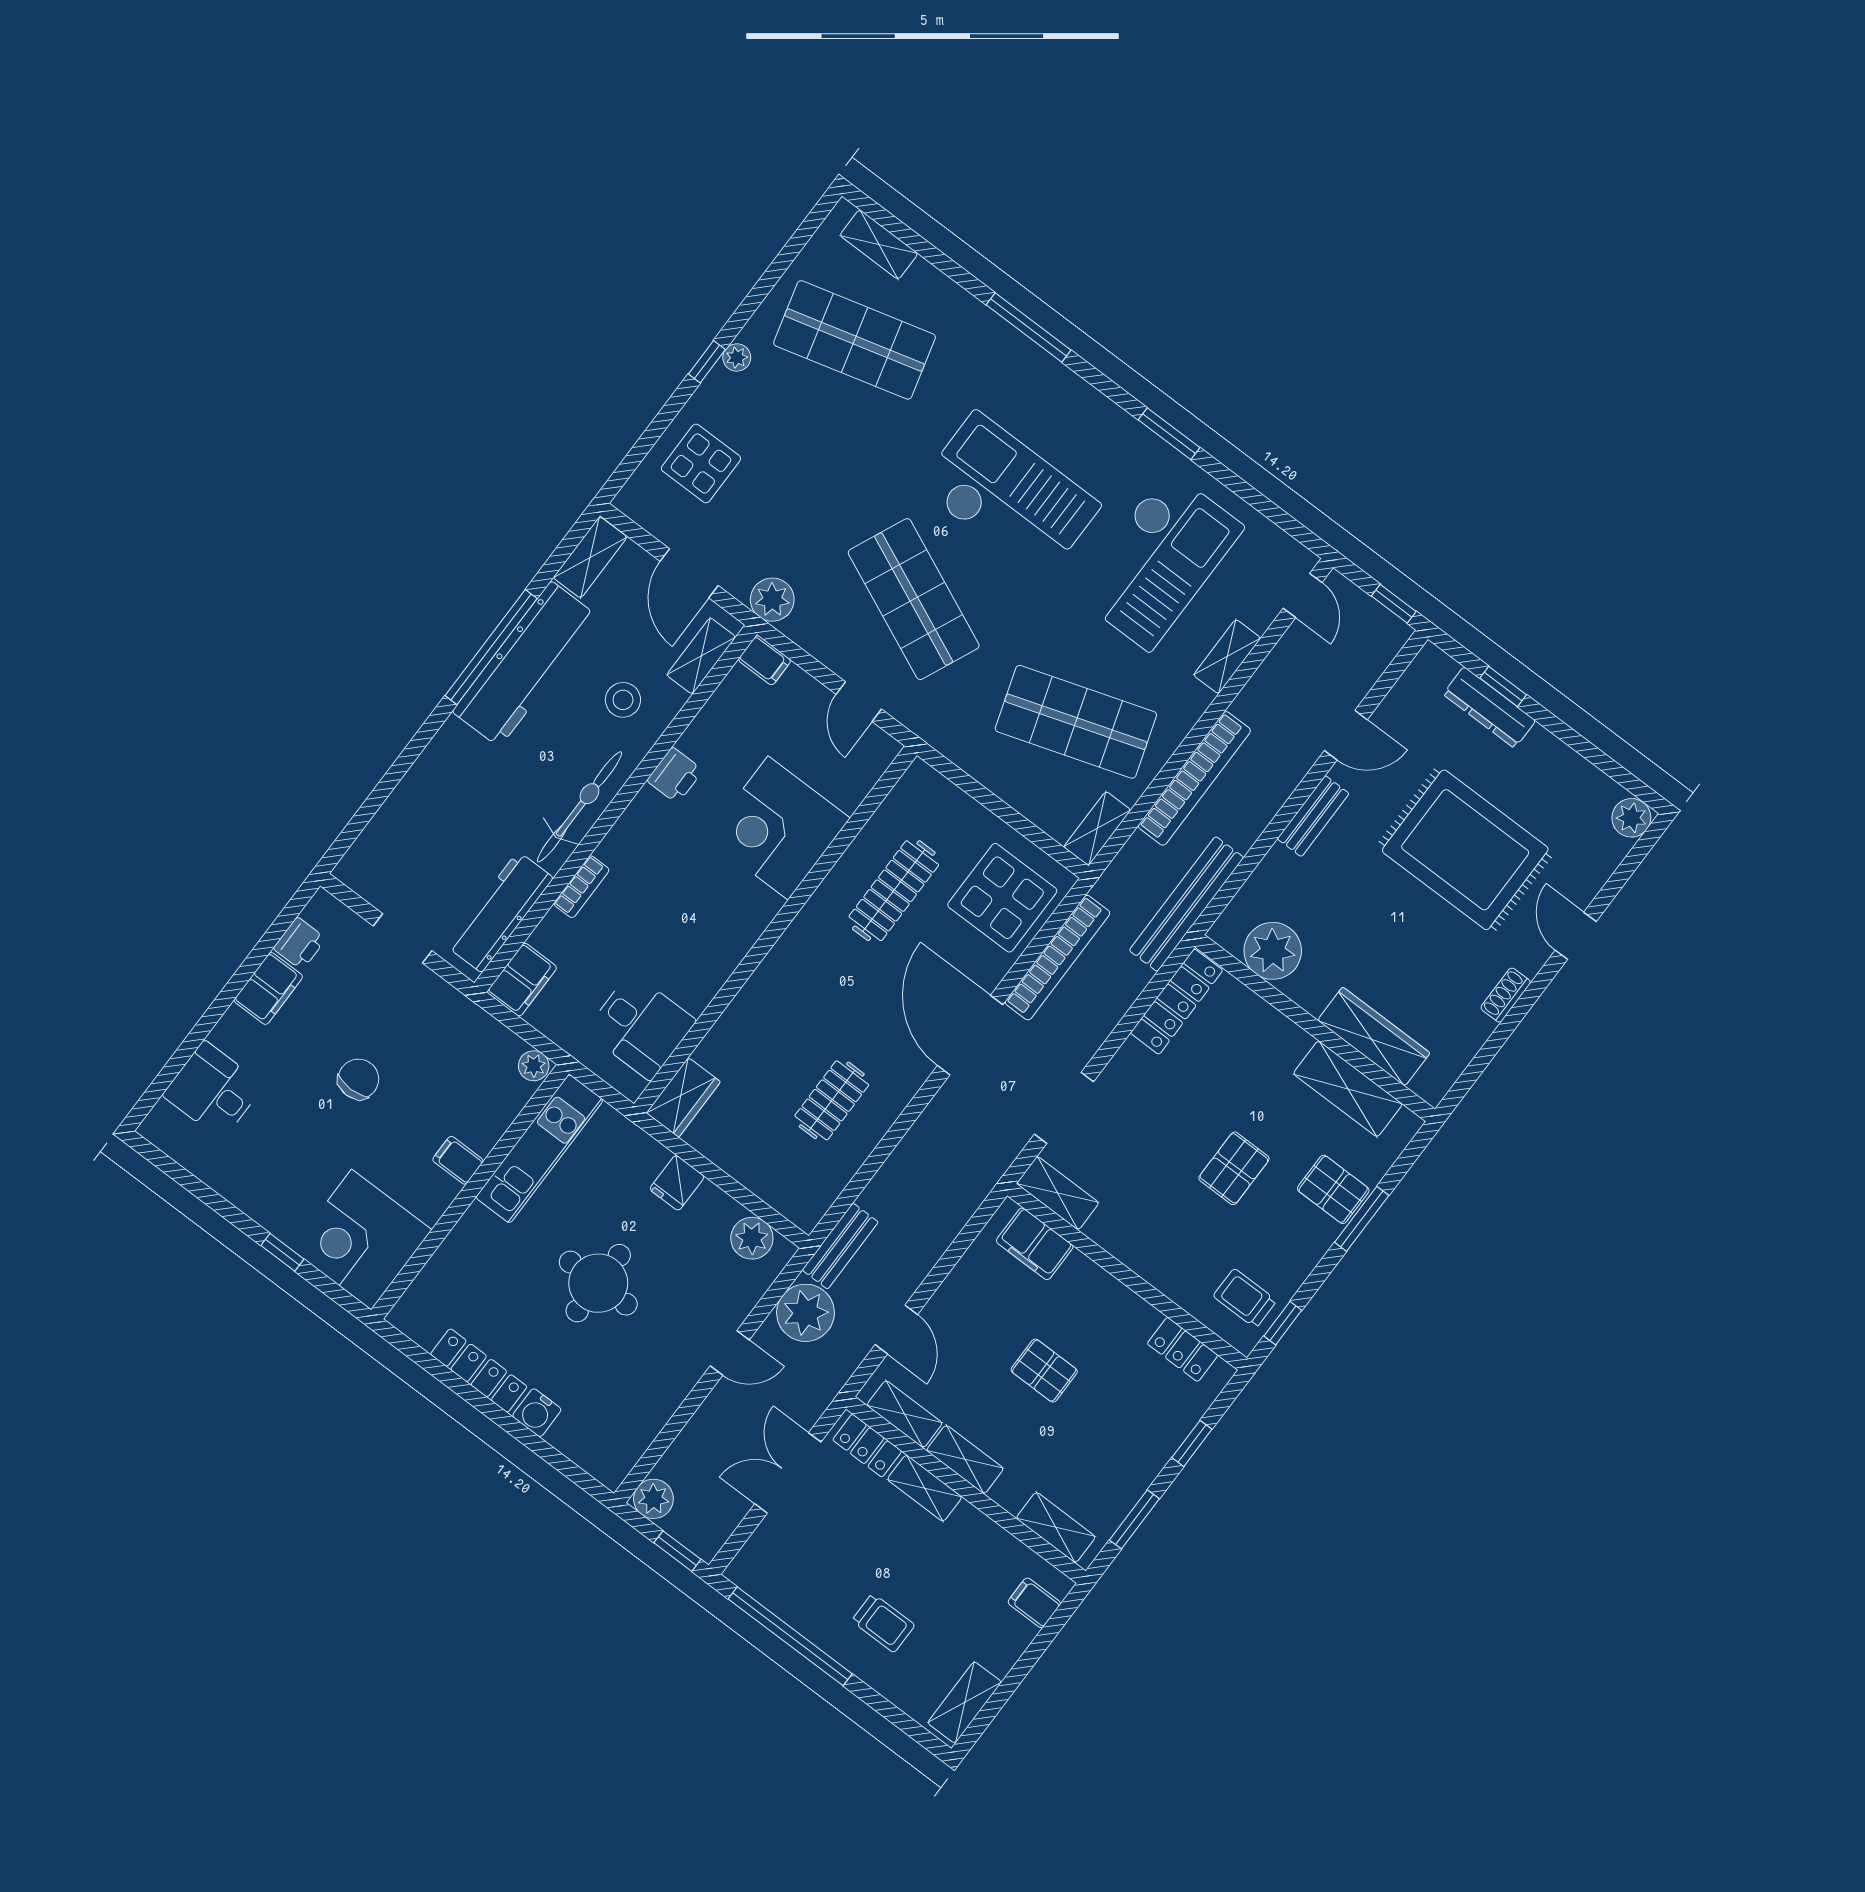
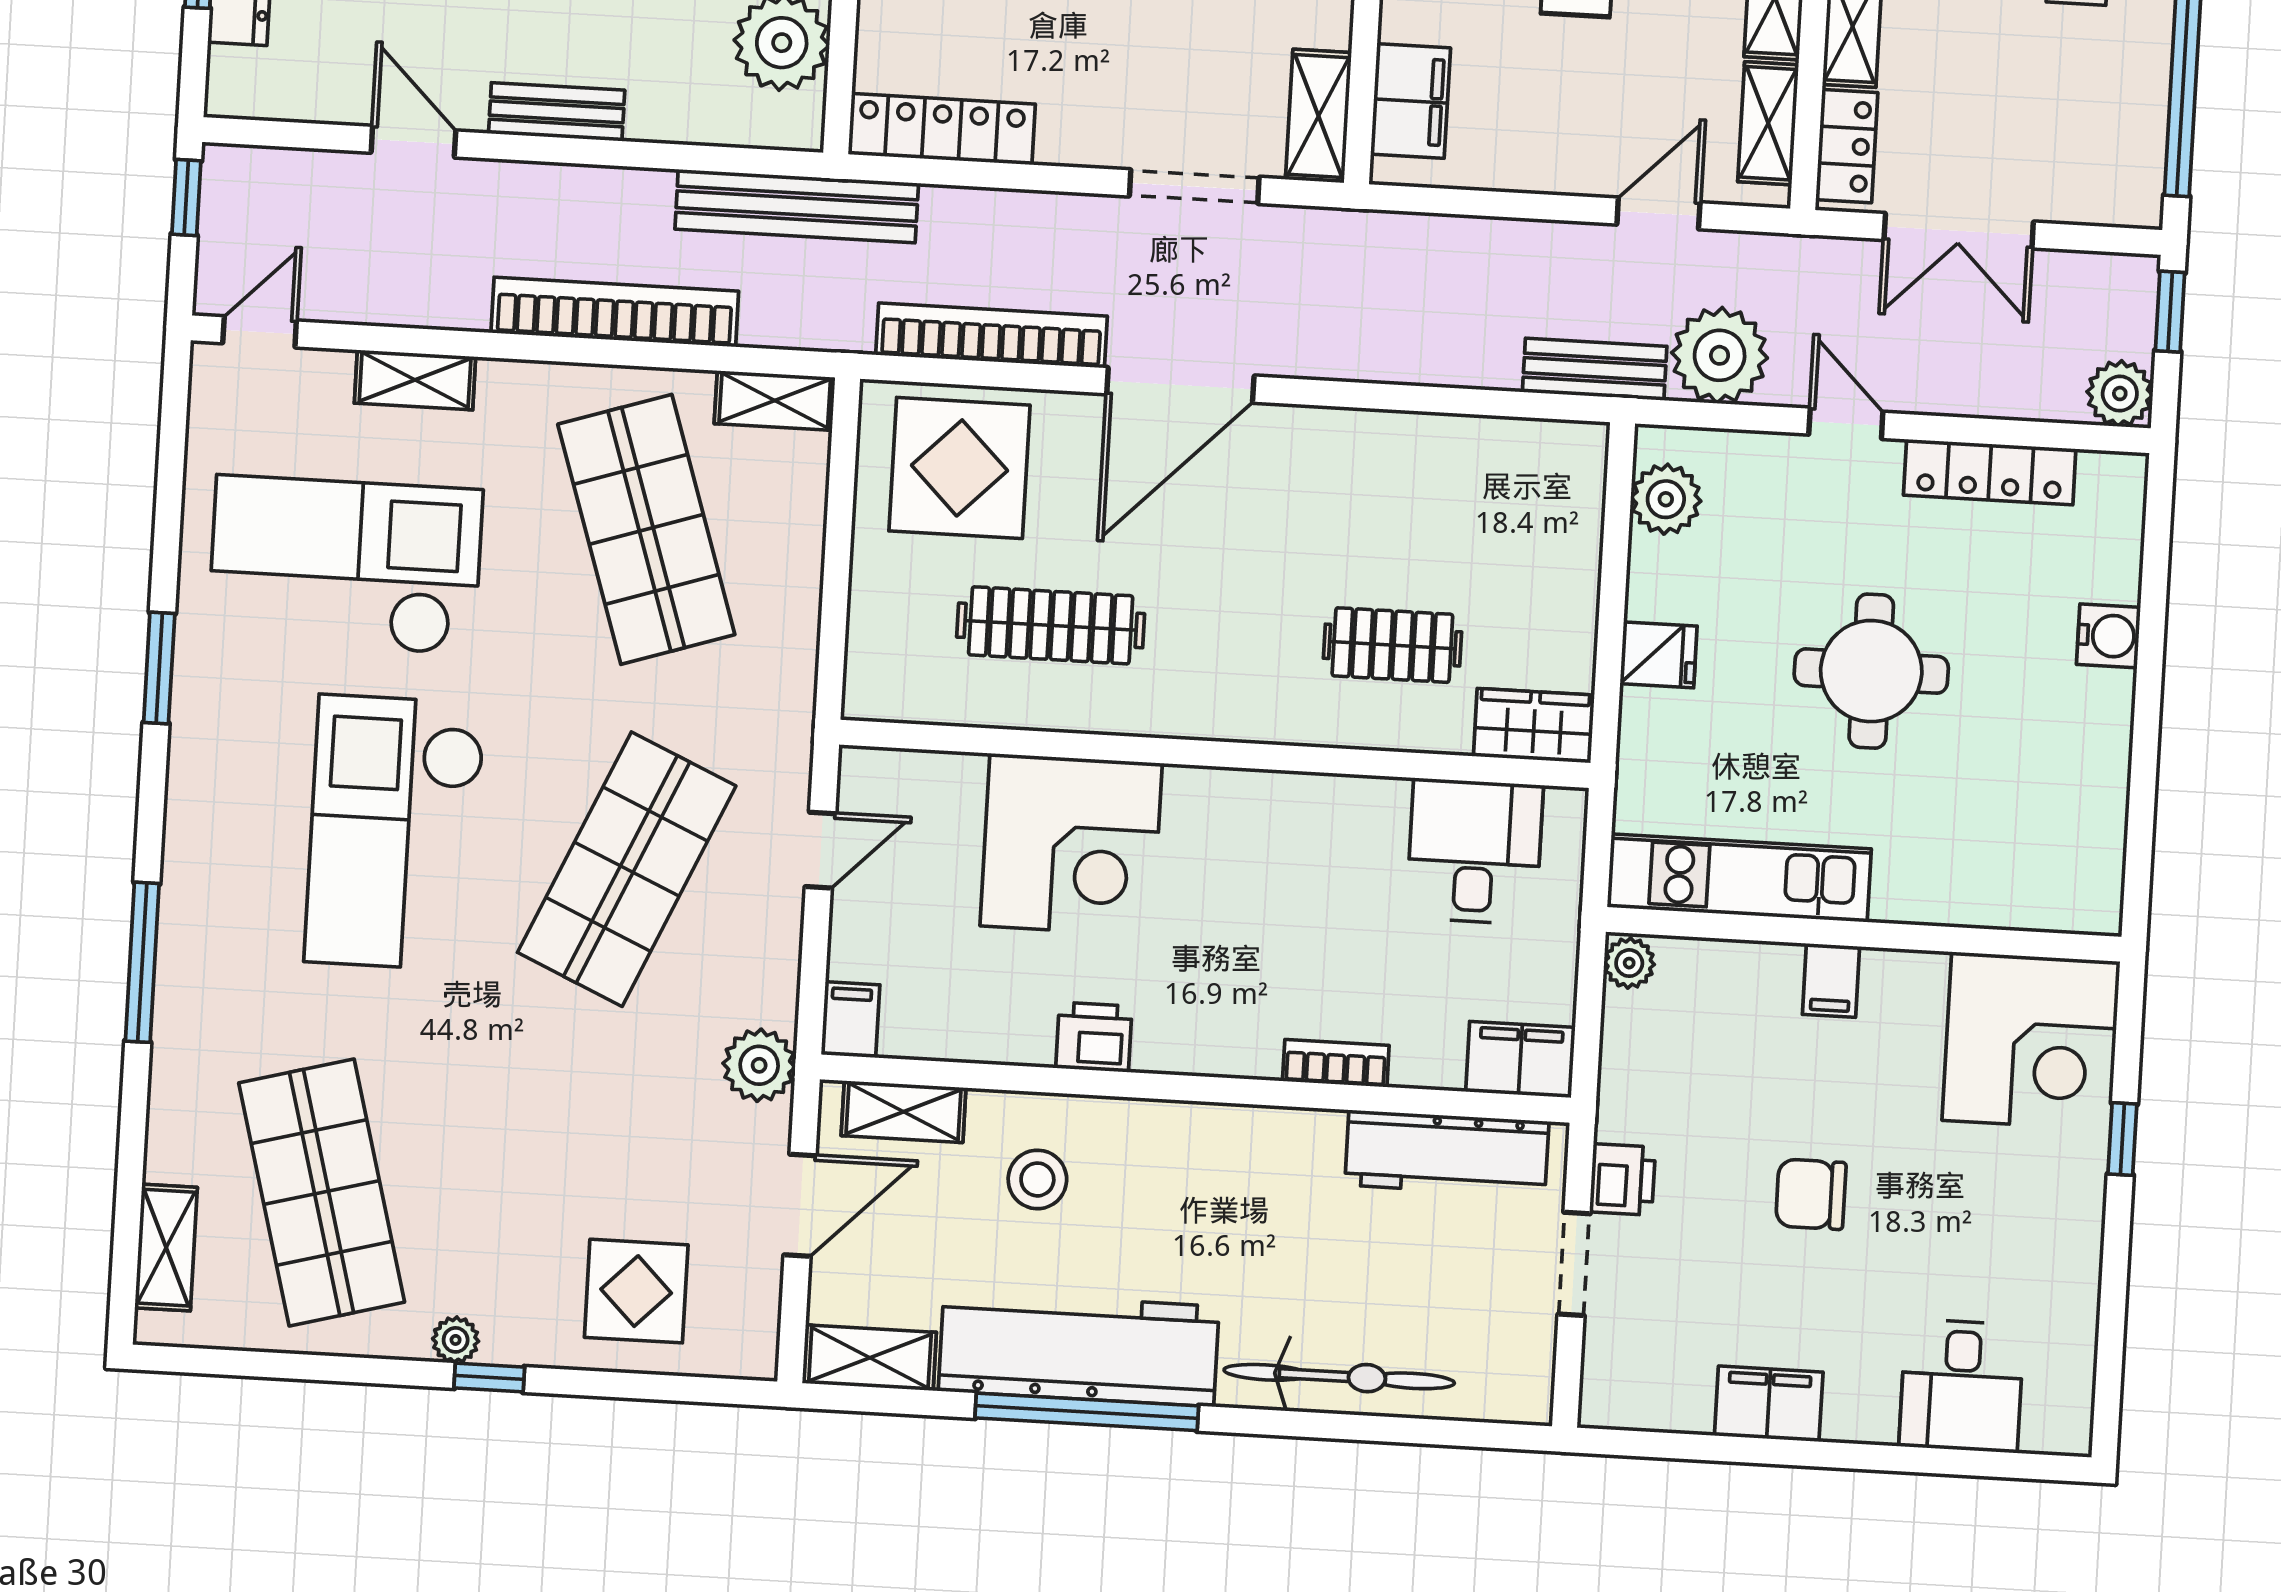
bicycle: (579, 807) -> (1339, 1377), moved, turned 180
printer: (300, 943) -> (1623, 1179), moved, turned 90
clothes rail: (832, 1100) -> (1392, 645), moved
locker: (479, 1370) -> (1990, 472), moved, turned -90

